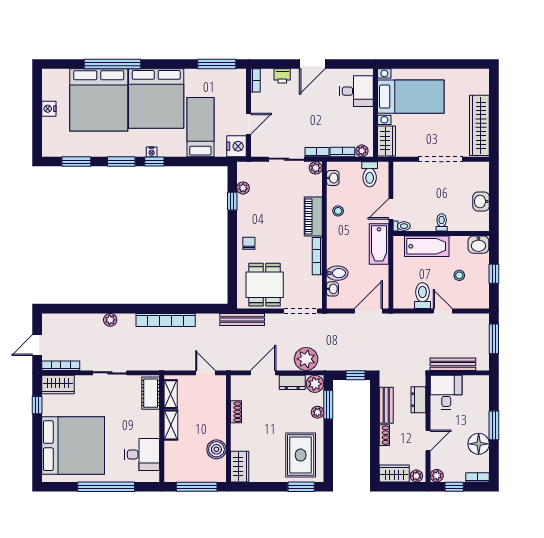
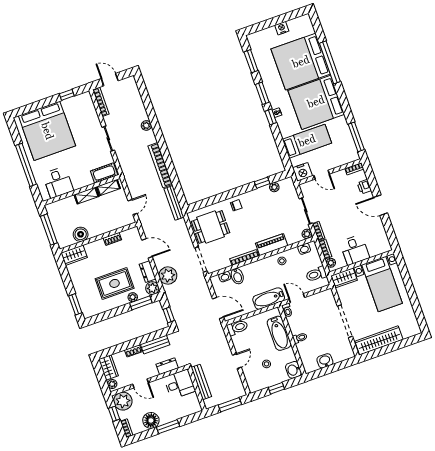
desk: (356, 91) -> (355, 250), moved
toilet: (422, 296) -> (237, 327), moved
bench: (242, 319) -> (174, 203), moved
wardrobe: (58, 385) -> (87, 104), removed
rug: (301, 455) -> (115, 283), moved
plant: (437, 476) -> (123, 401), width x1.87, depth x1.87

